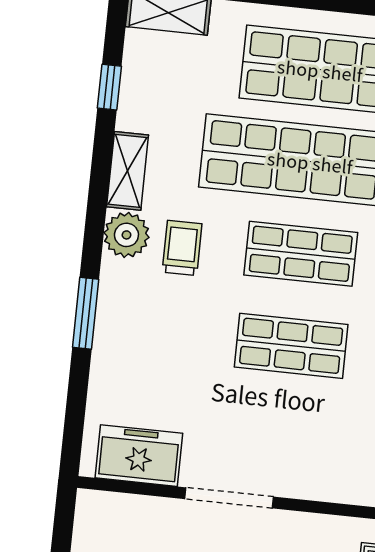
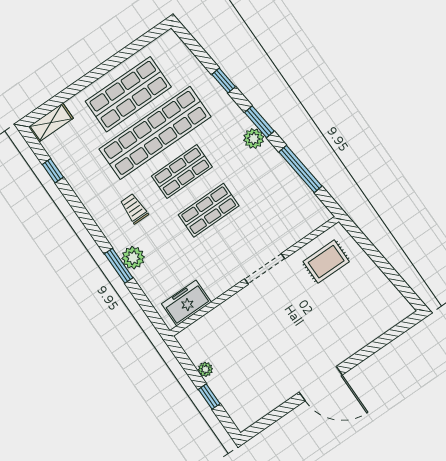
shelving: (128, 171) -> (88, 197), removed
plant: (126, 235) -> (133, 258), moved
doorway: (229, 498) -> (265, 269), moved

